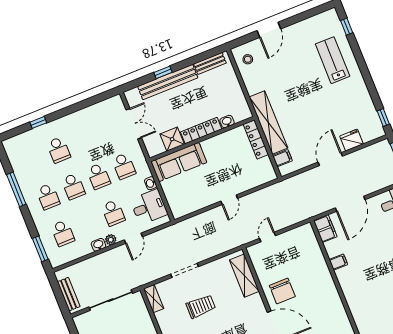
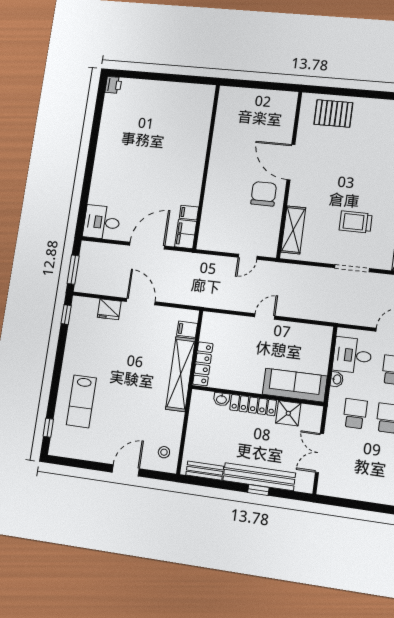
door: (330, 159) -> (141, 302), swing flipped
filing cabinet: (338, 262) -> (189, 213), moved

